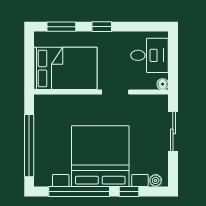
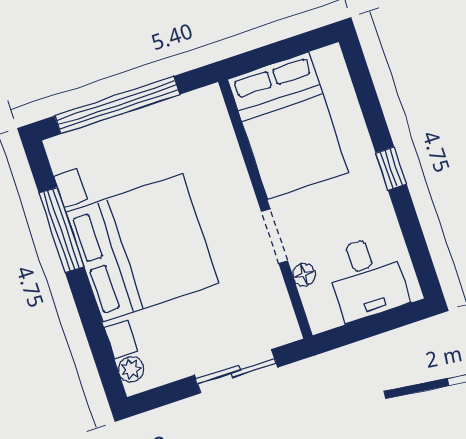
window: (61, 27) -> (365, 91), removed
floor lamp: (163, 84) -> (304, 274), moved
window: (79, 191) -> (61, 230), width x0.68
window: (129, 191) -> (93, 325), removed

